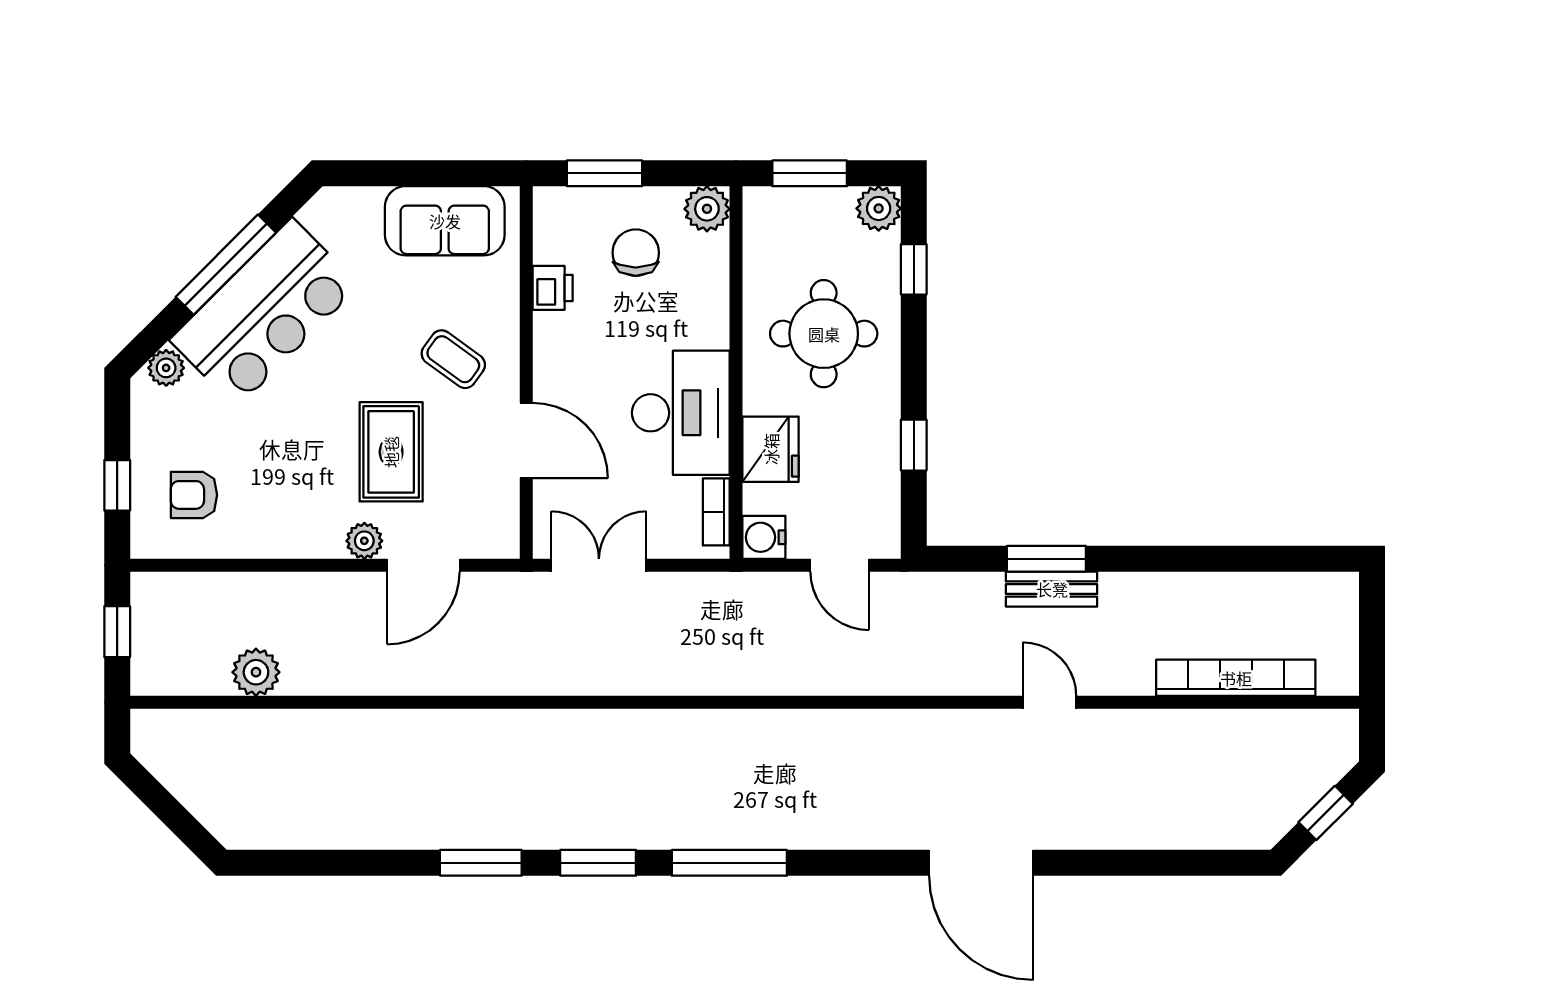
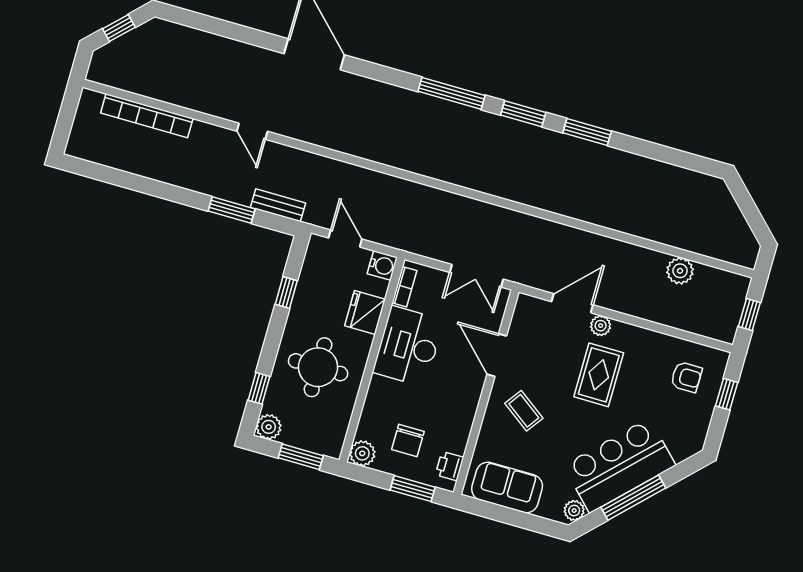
printer: (553, 288) -> (450, 466), moved
plant: (166, 368) -> (574, 511), moved
rug: (391, 452) -> (599, 375), moved
bench: (1052, 589) -> (278, 205), moved

